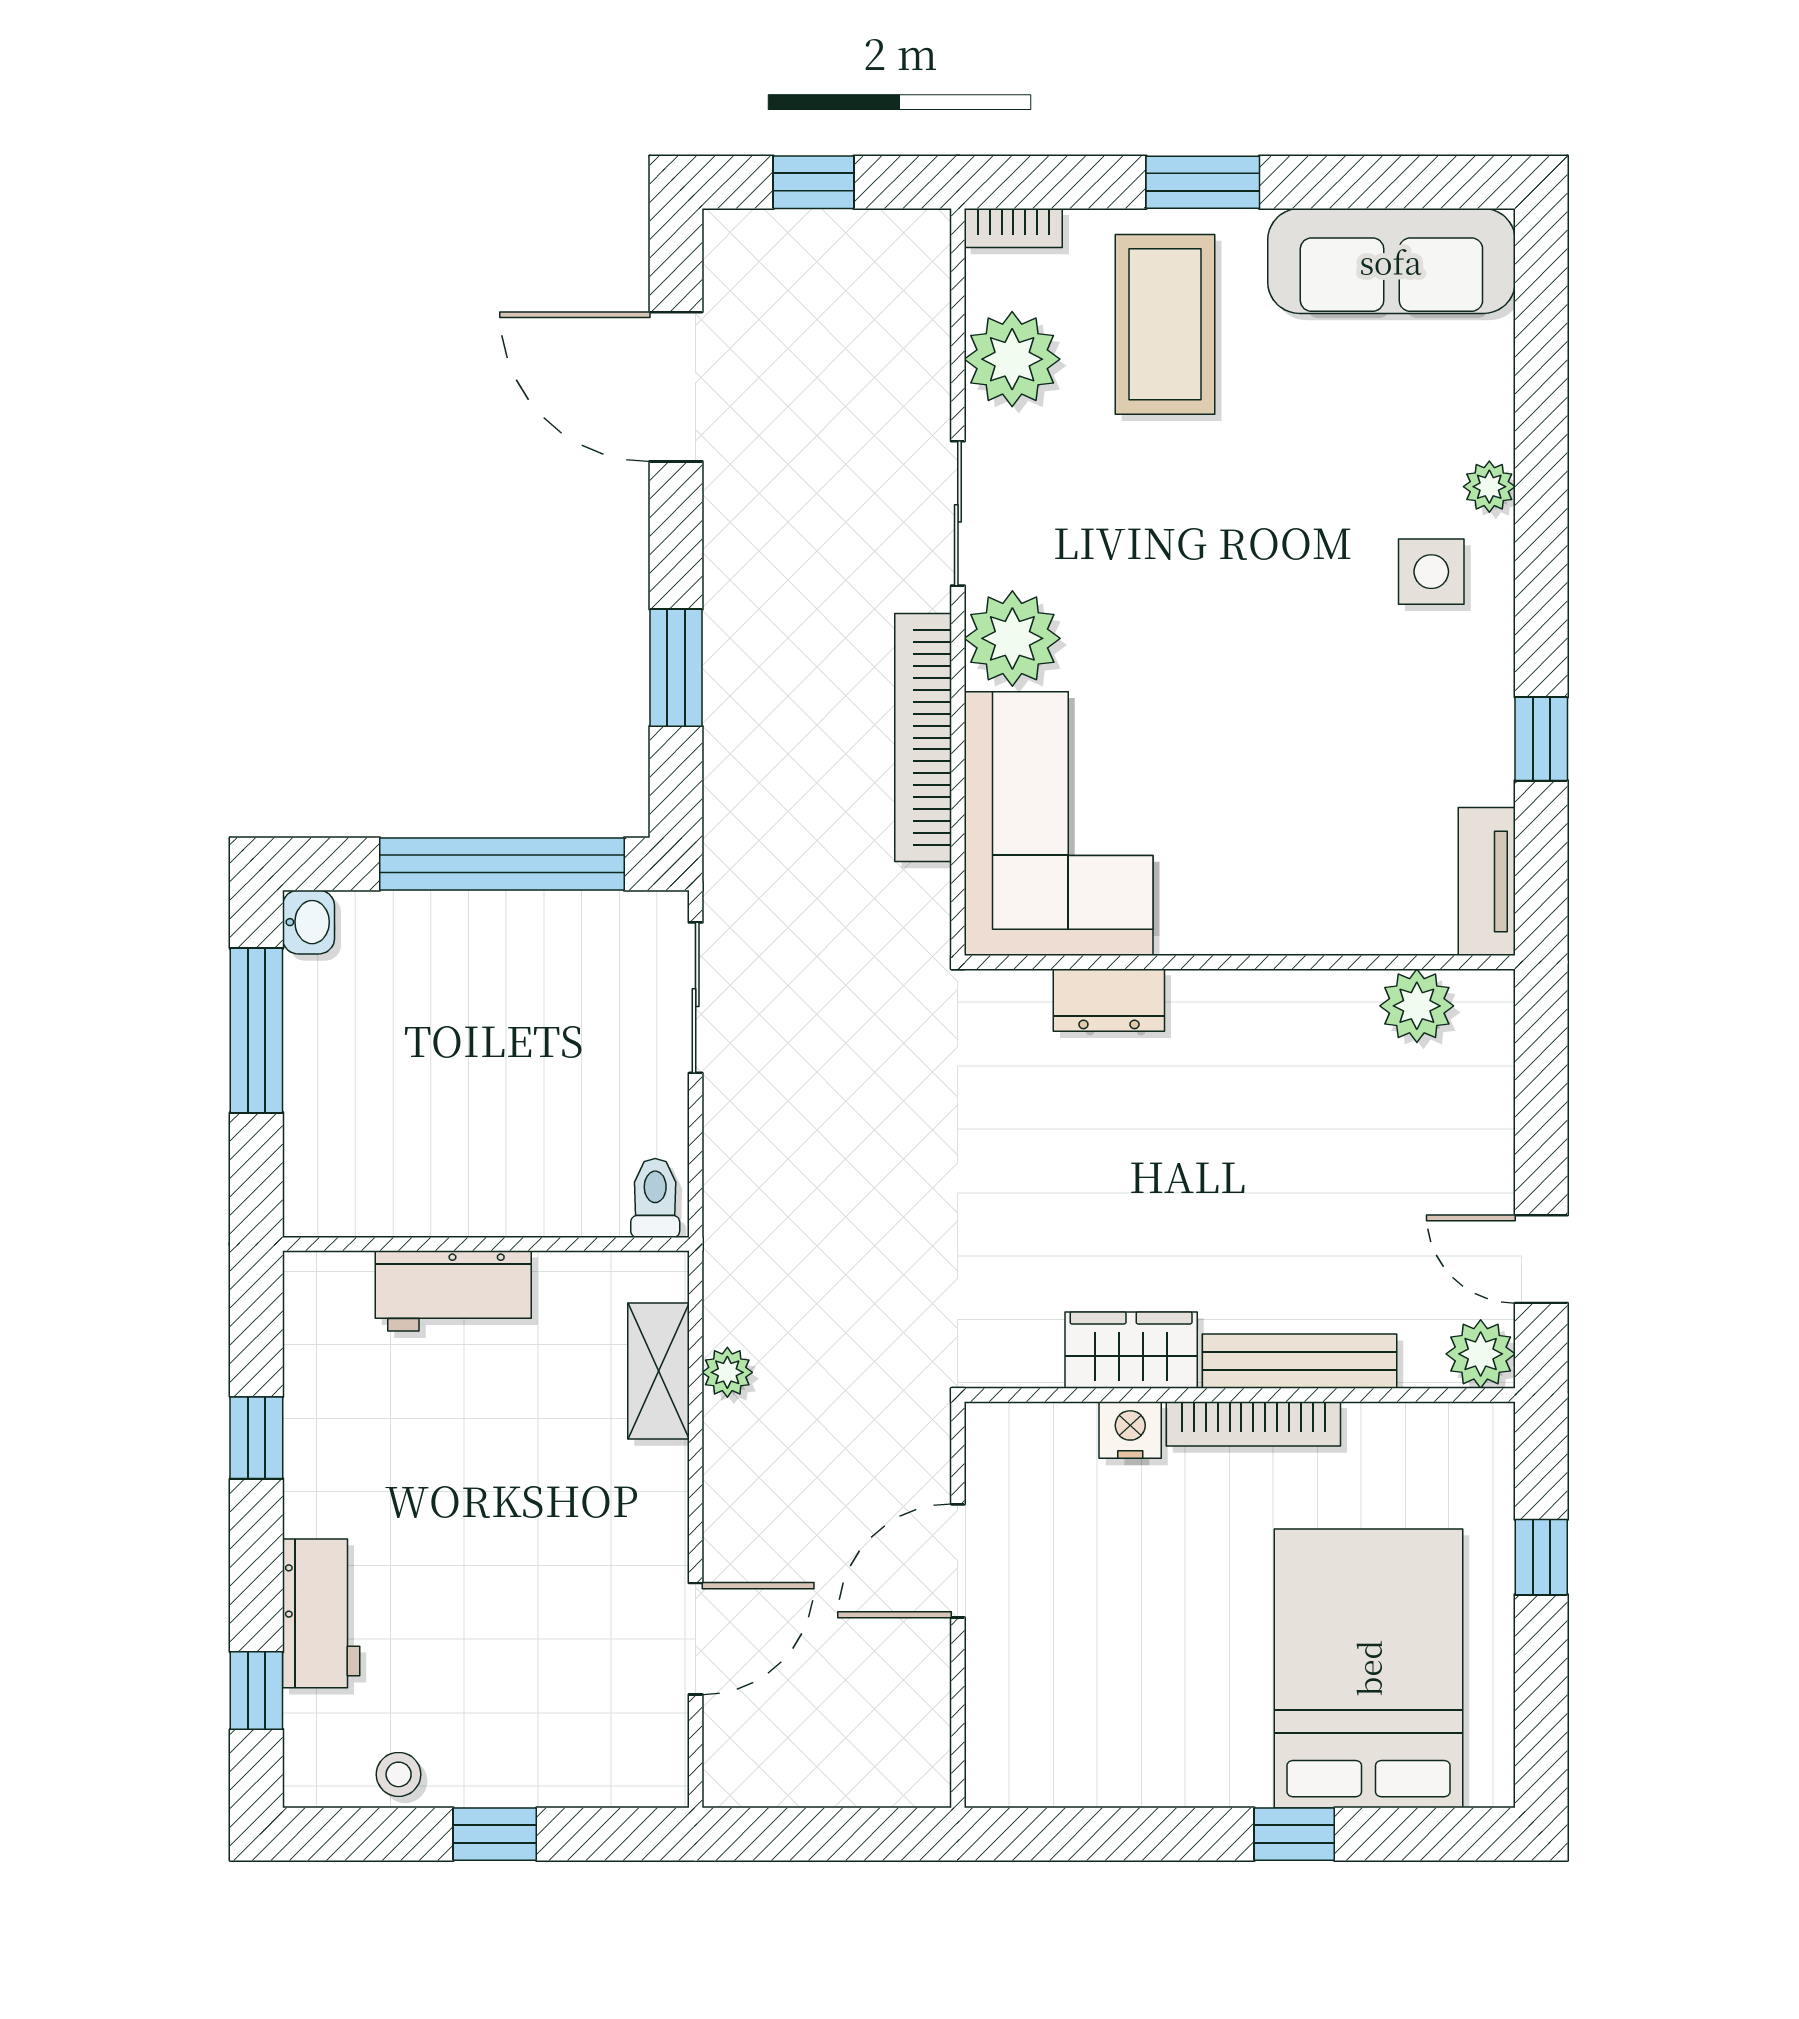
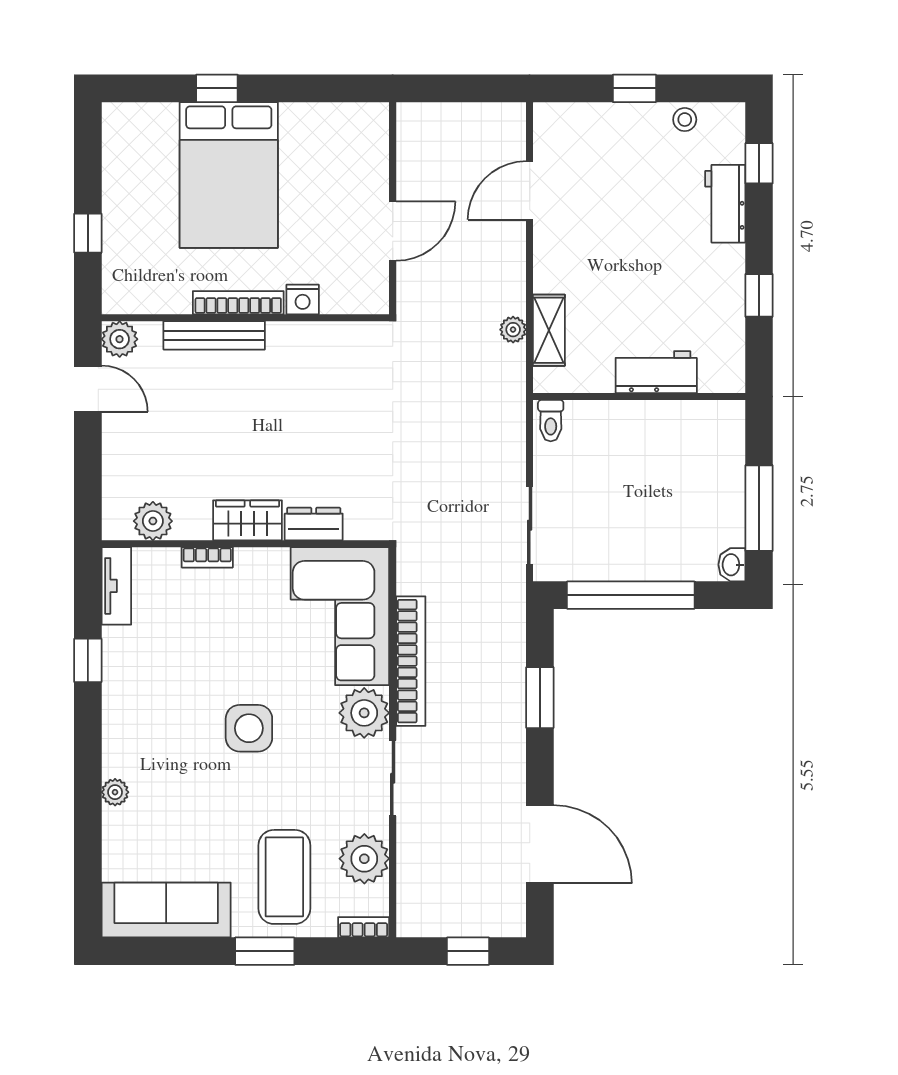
side table: (1431, 572) -> (249, 728), moved, width x1.37, depth x1.37
bookcase: (1313, 936) -> (207, 557), added
wardrobe: (1131, 1350) -> (247, 520), moved, turned 180
bed: (1368, 1668) -> (229, 175), moved

